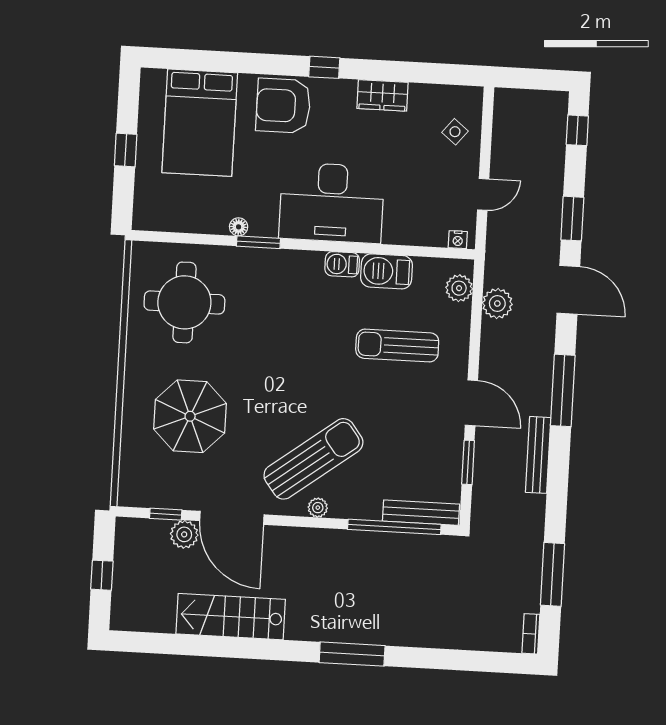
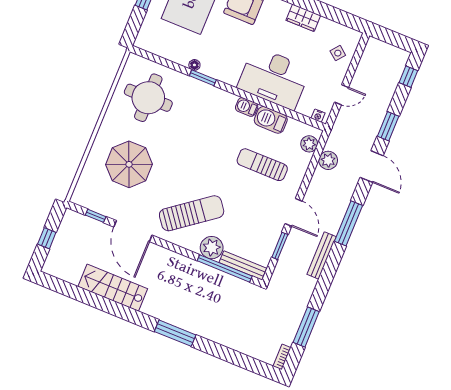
desk: (332, 203) -> (274, 78), moved
plant: (318, 508) -> (212, 248), moved, width x1.88, depth x1.88
plant: (184, 534) -> (102, 231), removed

